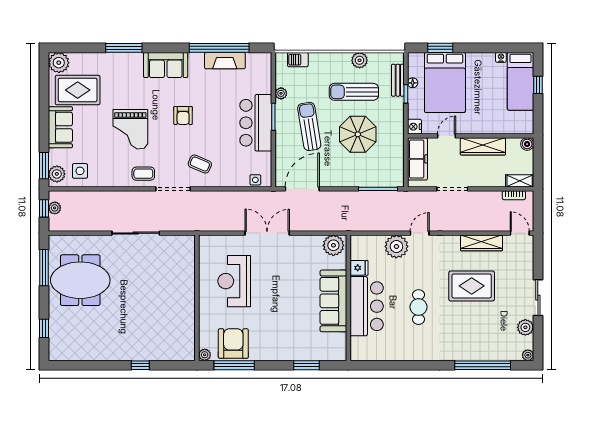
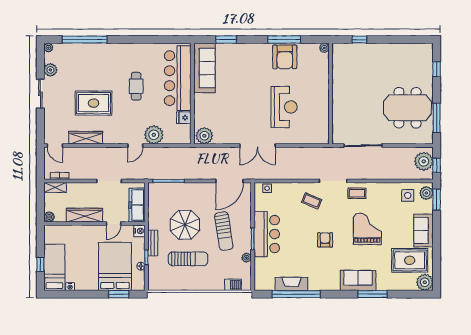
plant: (360, 60) -> (183, 284), removed
sofa: (166, 65) -> (358, 280), moved
bench: (398, 80) -> (153, 243), moved
plant: (55, 208) -> (424, 161), width x1.87, depth x1.87
wall: (197, 298) -> (331, 94), moved
sofa: (333, 301) -> (204, 68), moved
bar counter: (367, 306) -> (178, 78), width x1.36
plant: (205, 355) -> (324, 48), moved

